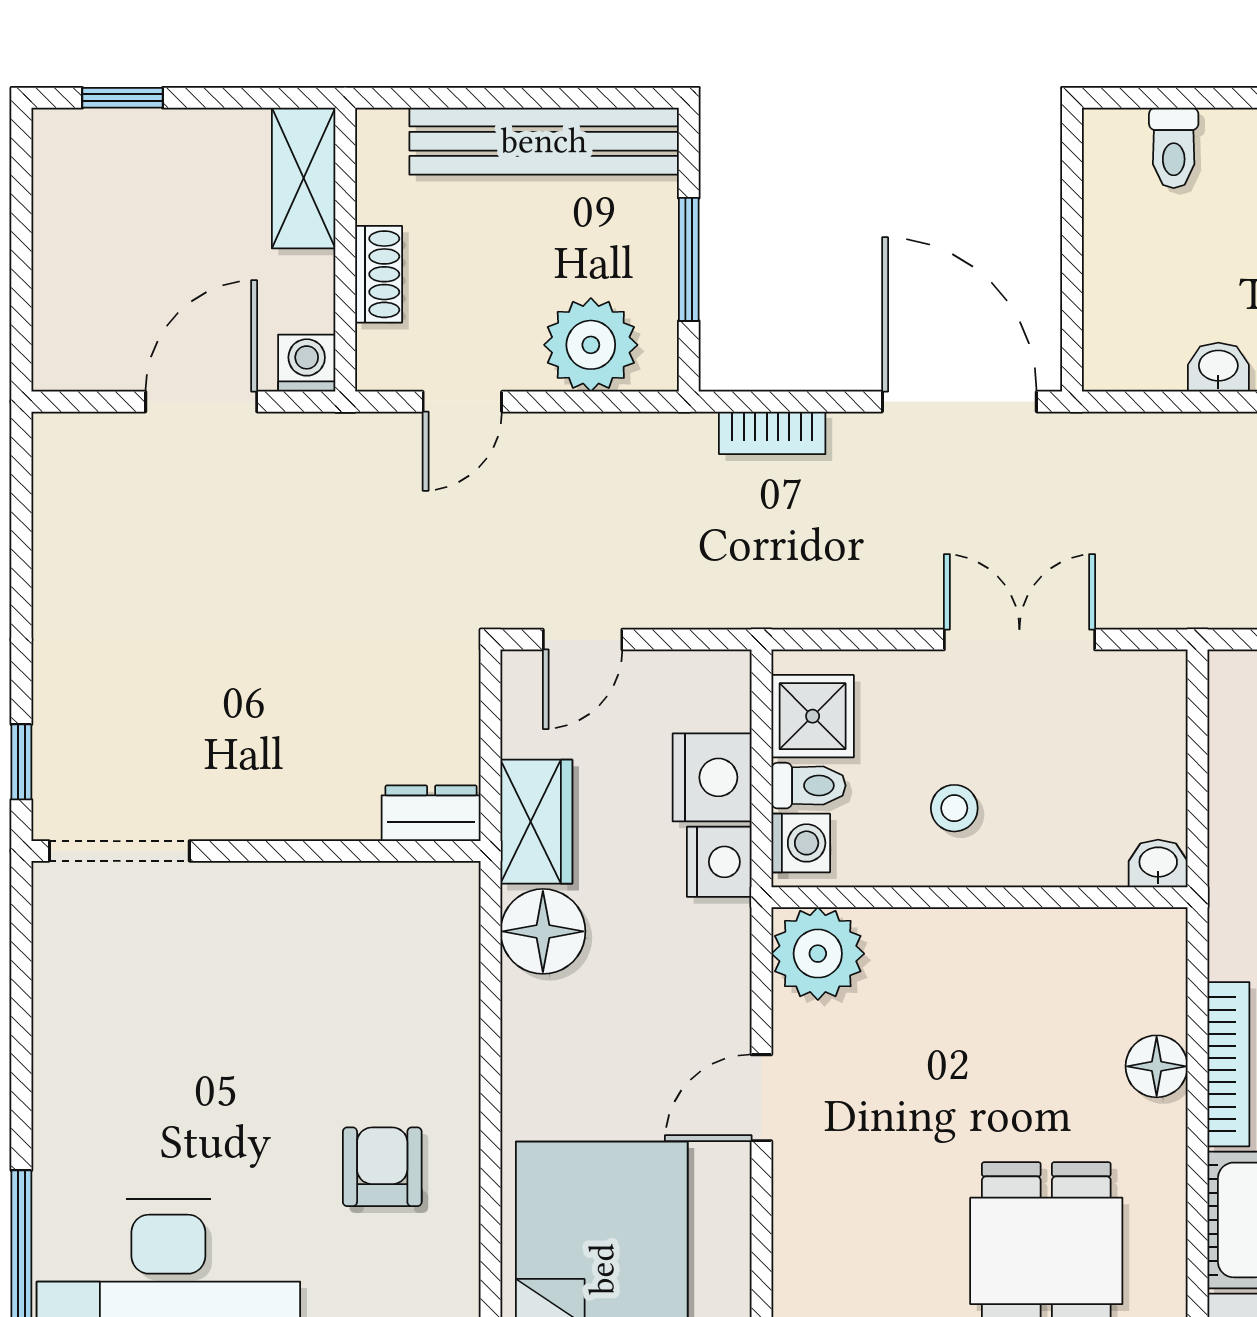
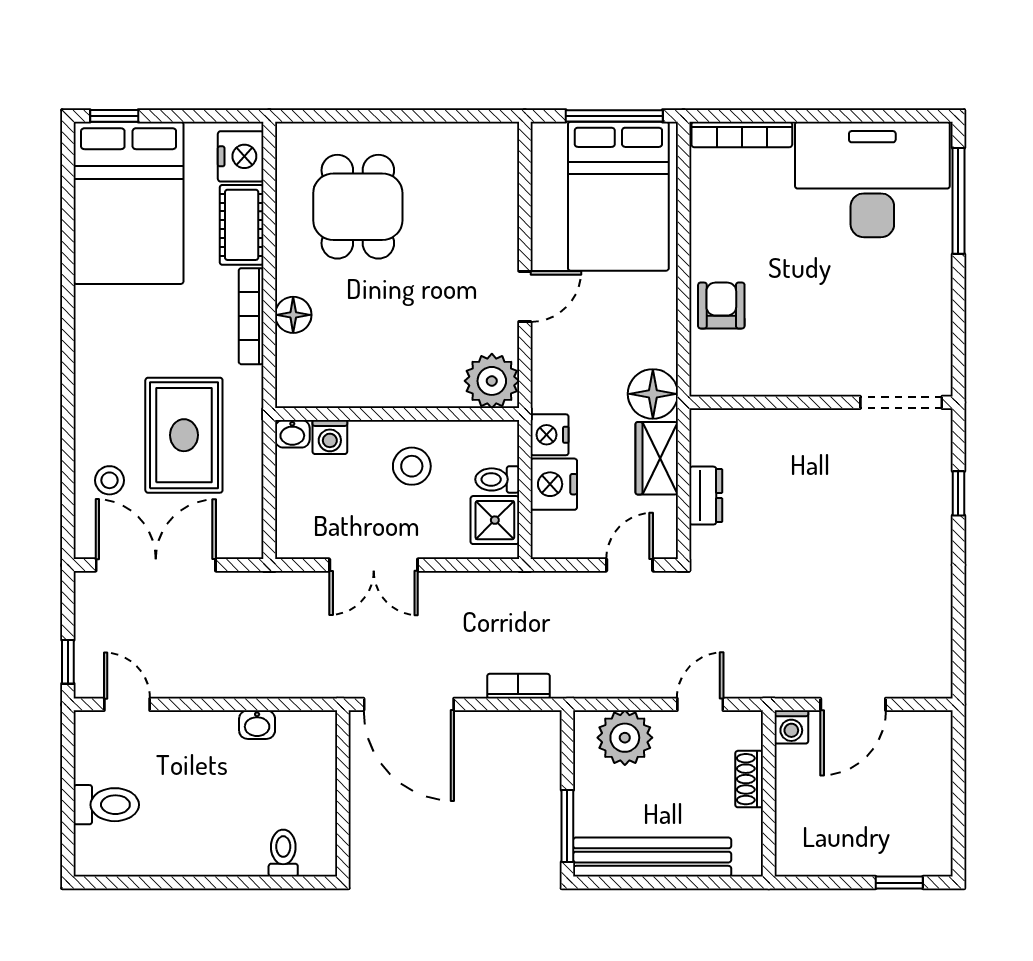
shelving: (304, 178) -> (793, 835), removed
window: (689, 259) -> (567, 826), moved
stool: (954, 808) -> (412, 466), width x1.37, depth x1.37
dresser: (431, 813) -> (706, 496), moved, turned -90
washing machine: (801, 843) -> (330, 437), moved, turned -90
doorway: (119, 851) -> (901, 402), moved
wall: (256, 851) -> (821, 402), moved
armchair: (382, 1167) -> (721, 305), moved, turned 180

